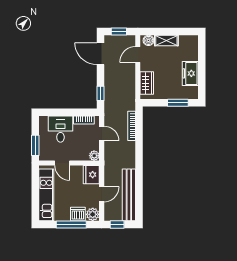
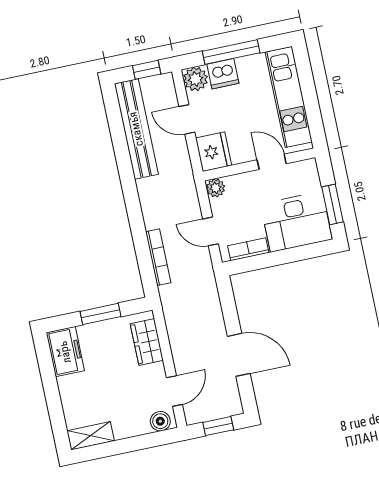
shelving: (166, 41) -> (91, 436), moved
door: (100, 54) -> (239, 355), moved
freezer: (190, 73) -> (65, 352), moved
window: (100, 93) -> (228, 305), removed
window: (178, 103) -> (100, 314), moved
desk: (60, 129) -> (296, 222), width x1.37
window: (35, 145) -> (332, 204), moved
door: (102, 194) -> (187, 119), hinge flipped

